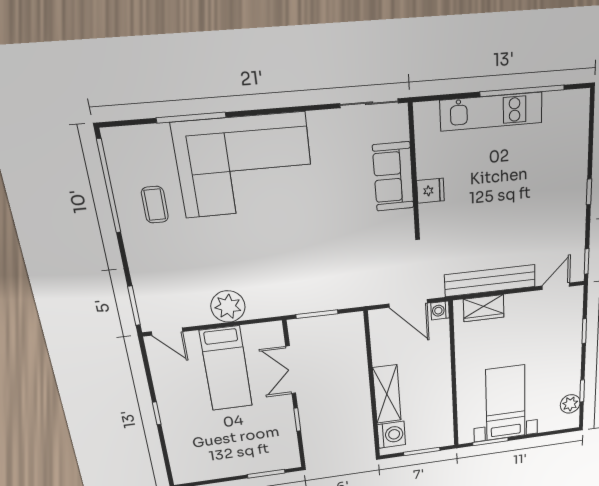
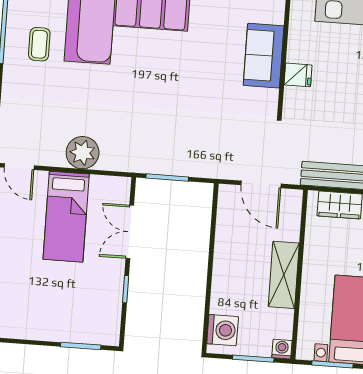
washing machine: (440, 310) -> (282, 349), moved, turned 90
shelving: (387, 394) -> (284, 275), moved

